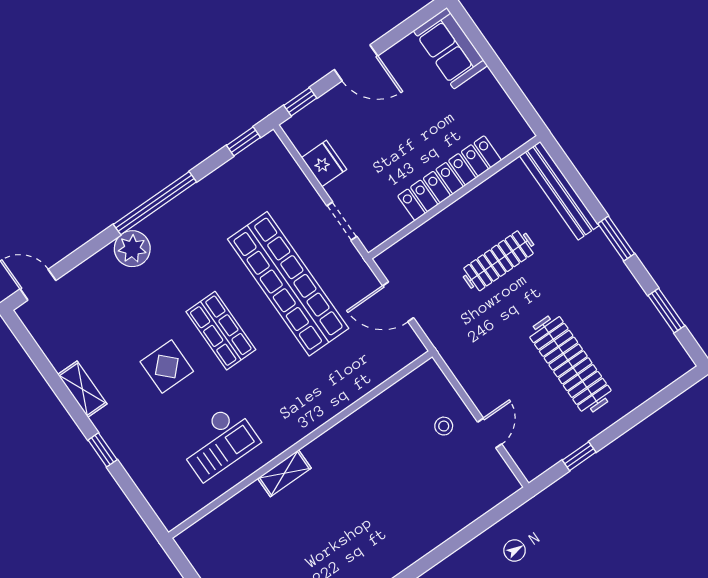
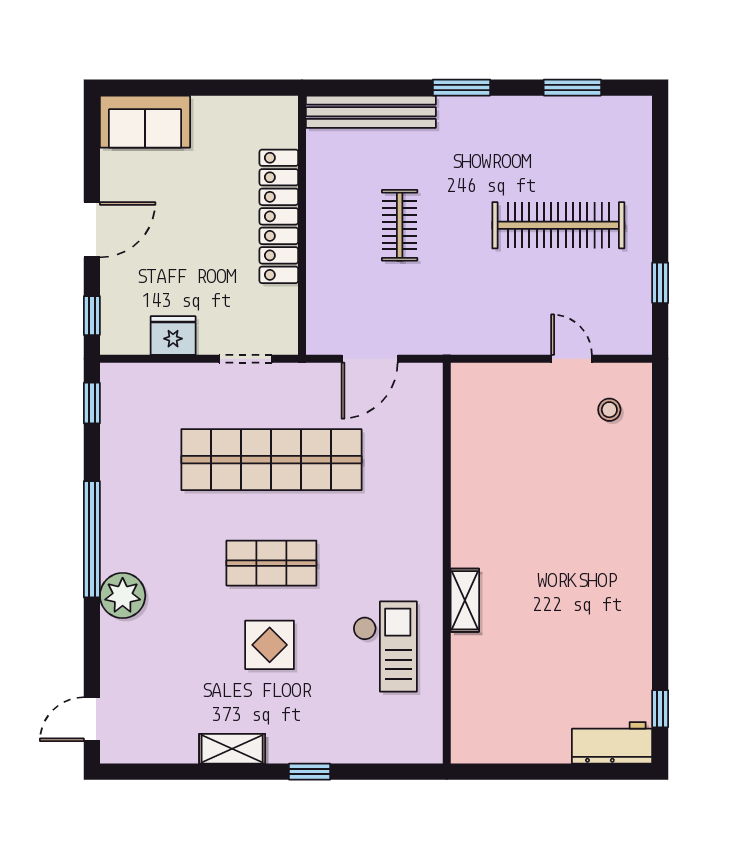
clothes rail: (499, 261) -> (400, 225), width x0.73
stool: (444, 426) -> (609, 410), moved

